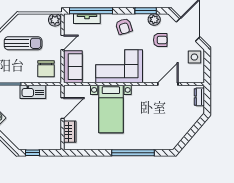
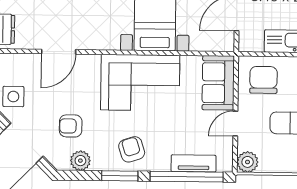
window: (146, 11) -> (120, 176), moved

